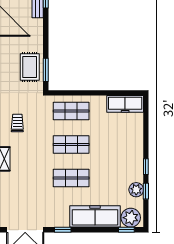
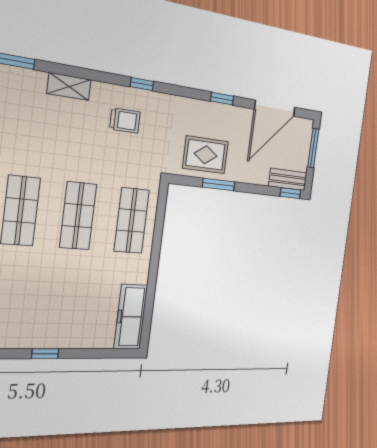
window: (46, 70) -> (219, 185), moved
window: (146, 167) -> (45, 354), moved

